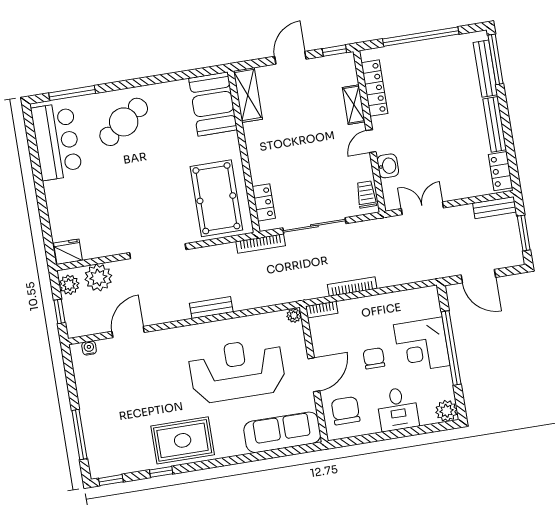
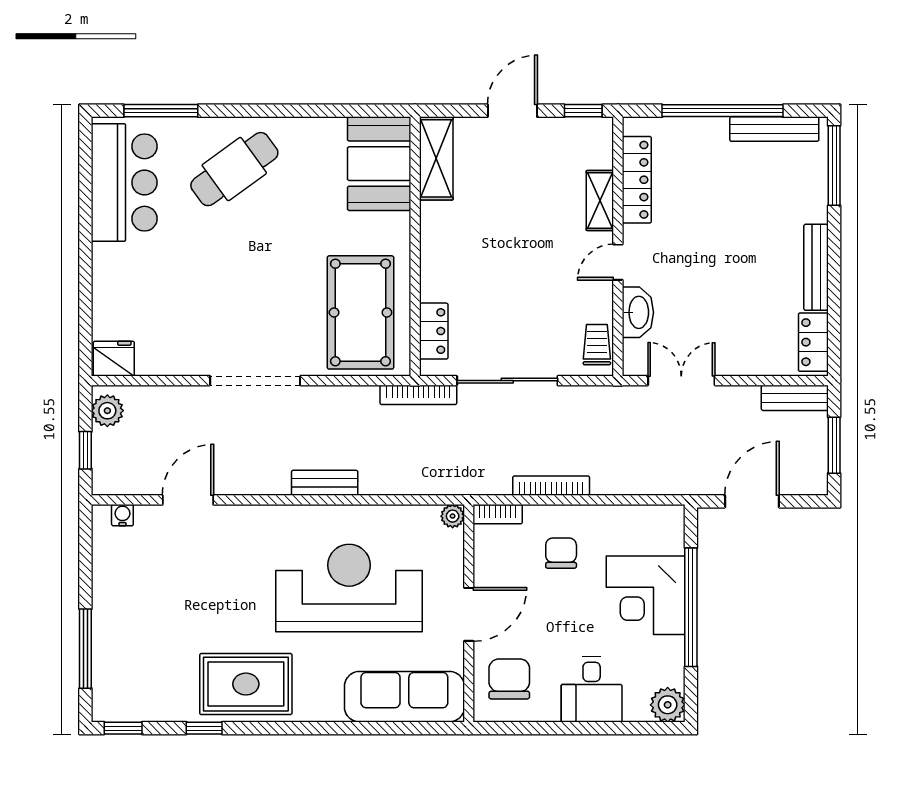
bench: (485, 69) -> (774, 129), moved, turned 90
washbasin: (388, 166) -> (638, 312), width x1.38
door: (478, 276) -> (752, 501), swing flipped
plant: (98, 278) -> (155, 407), removed
chair: (374, 358) -> (561, 553), moved

